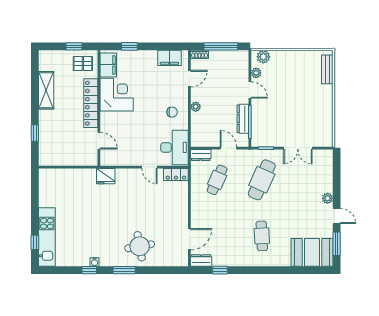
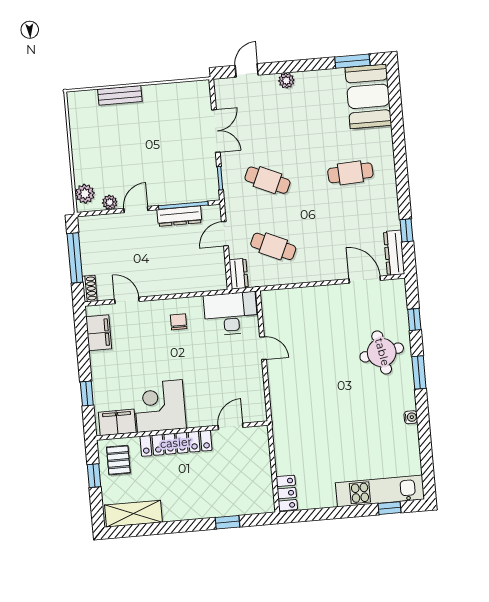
bench: (327, 69) -> (120, 95), moved
shelving: (46, 90) -> (134, 514), moved
plant: (196, 107) -> (168, 288), removed
door: (149, 167) -> (263, 348), hinge flipped
locker: (176, 174) -> (287, 493), moved
fridge: (106, 176) -> (282, 412), removed
cafe table: (262, 180) -> (267, 180), width x0.73, depth x0.74
door: (337, 216) -> (247, 70), moved
dresser: (201, 260) -> (394, 253), width x1.44
window: (89, 270) -> (414, 320), moved

